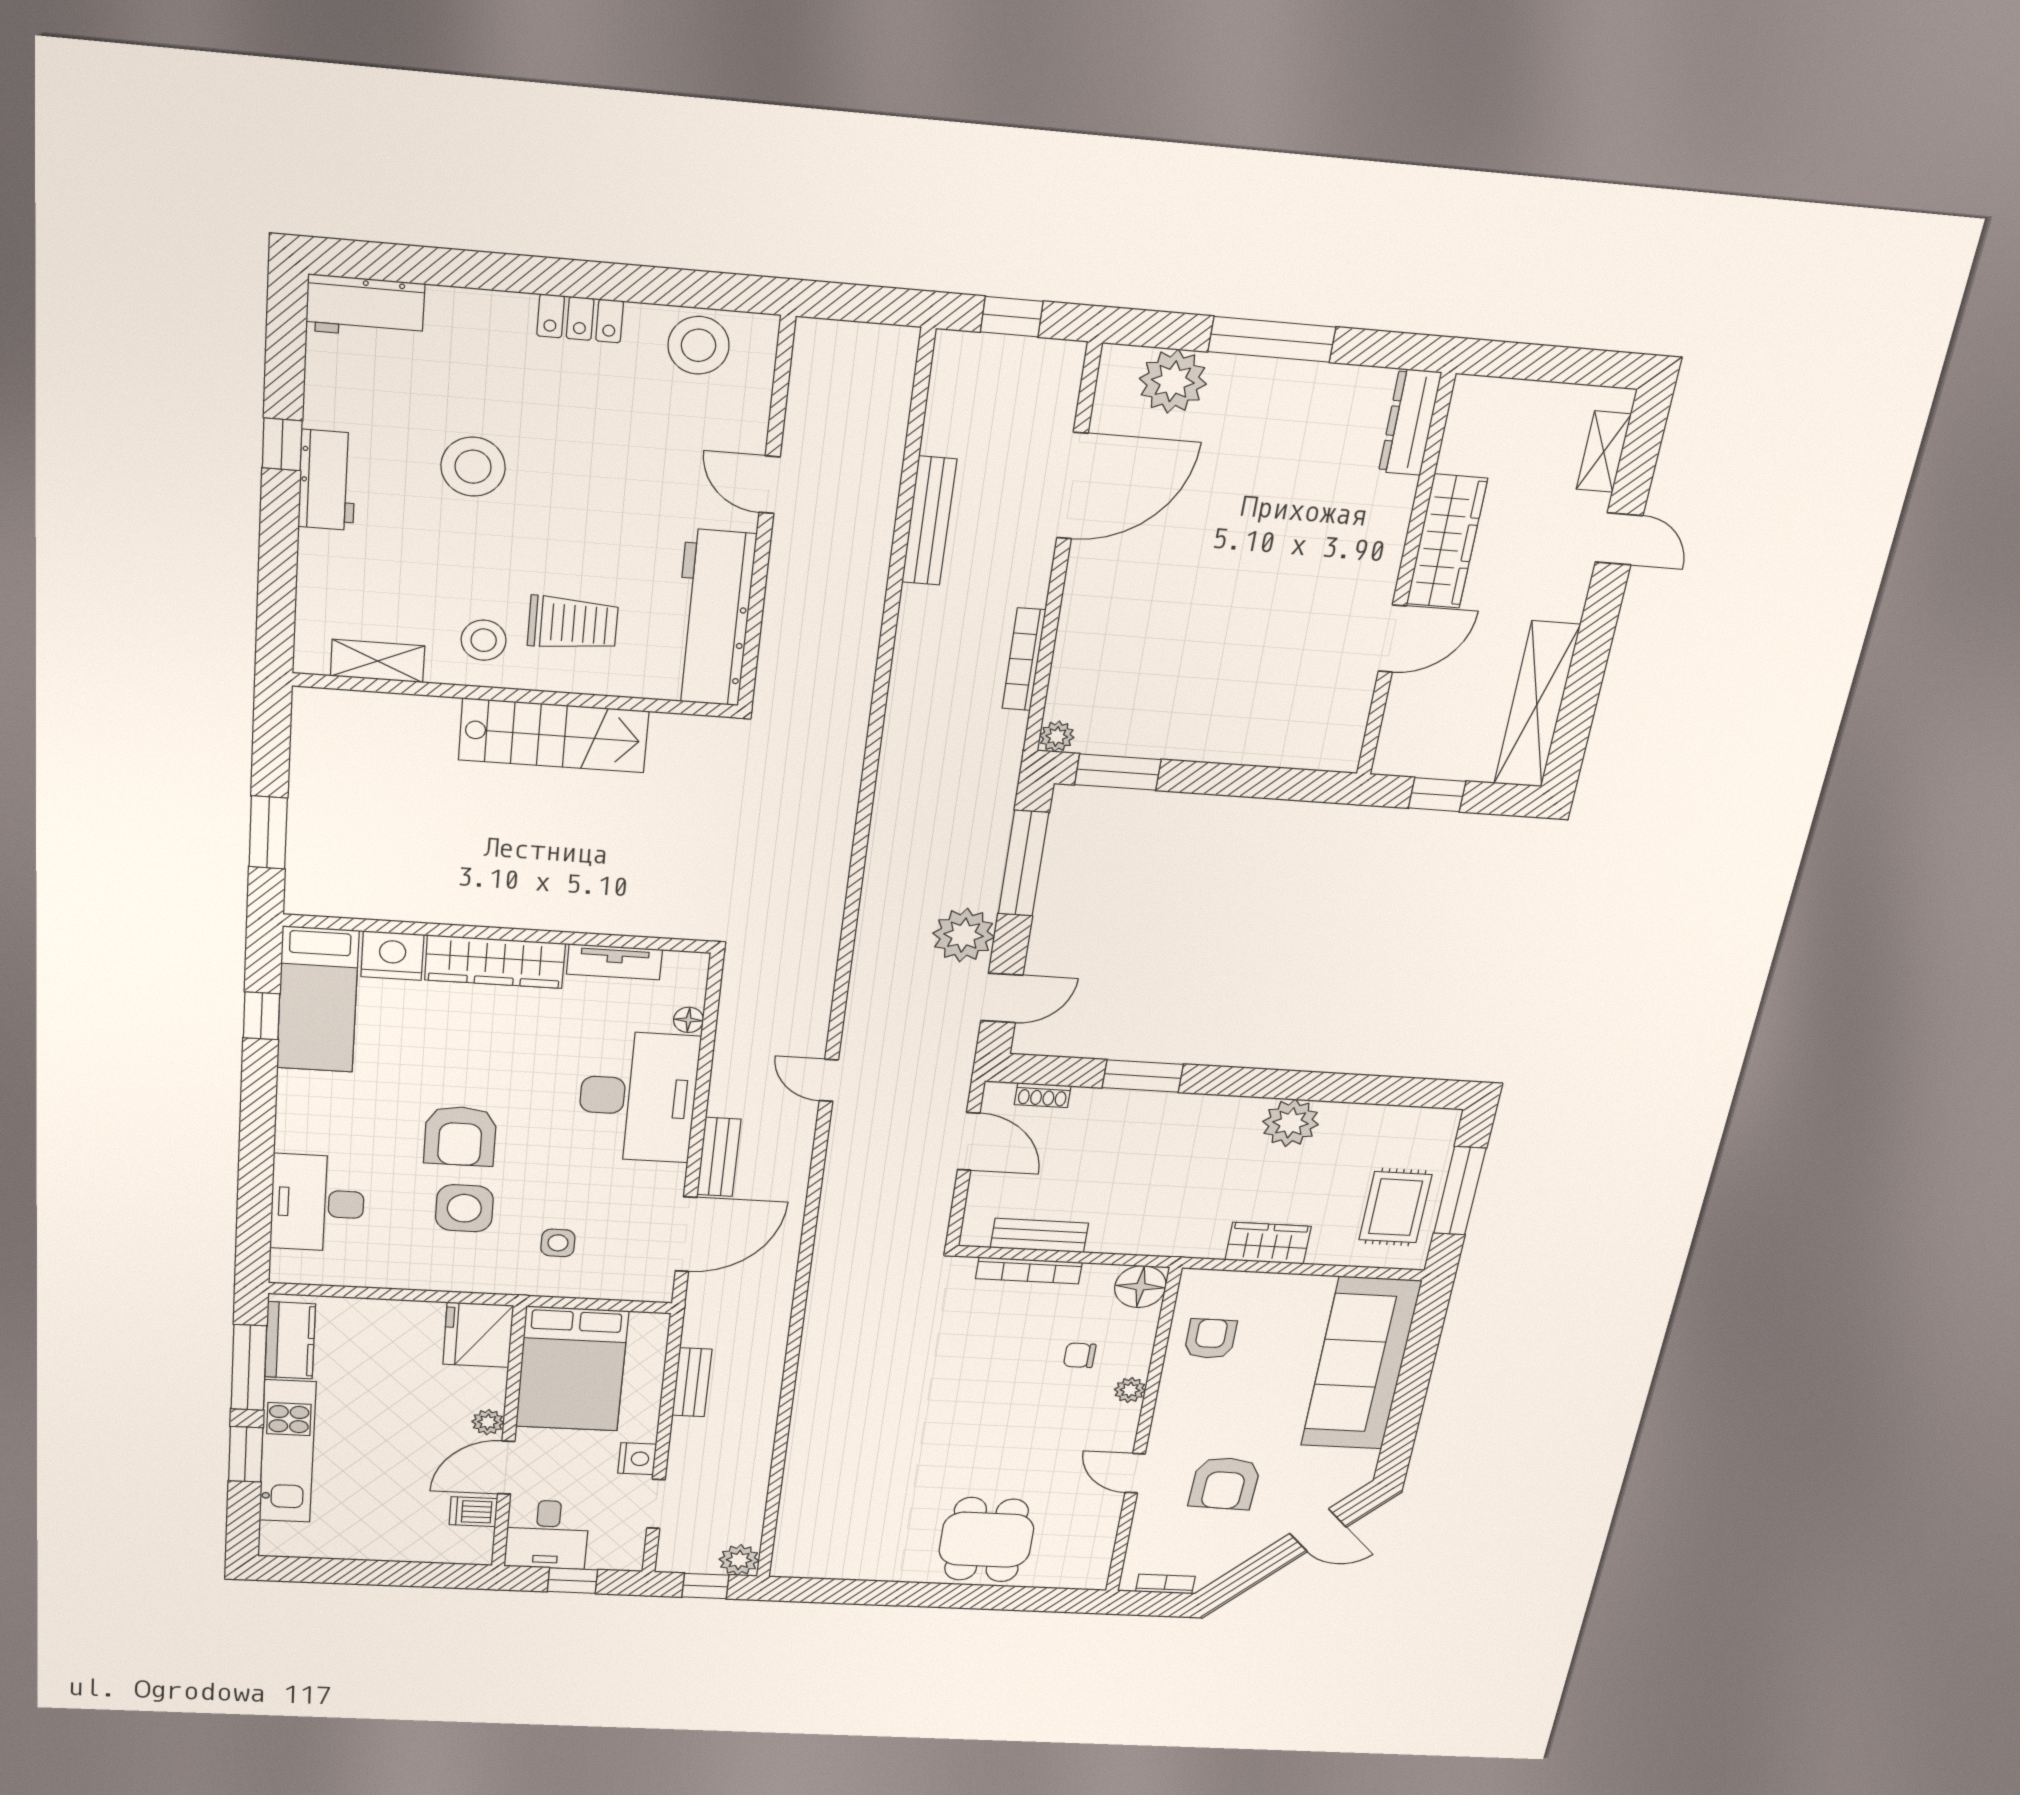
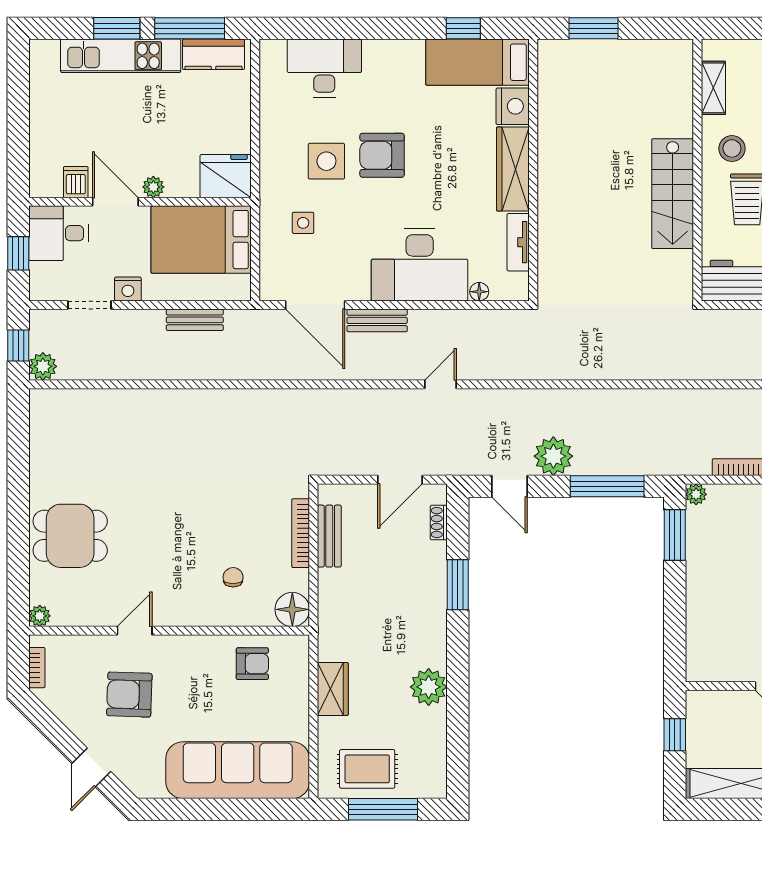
plant: (1130, 1390) -> (40, 616), moved

